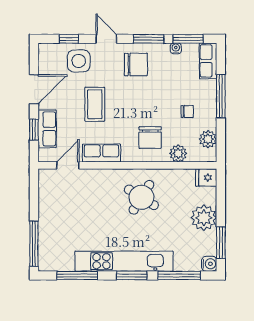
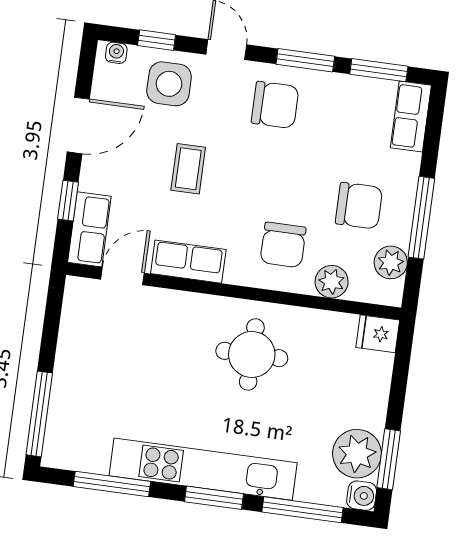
water cooler: (176, 48) -> (116, 53), moved
window: (221, 96) -> (421, 218), moved
coffee table: (95, 104) -> (188, 169), width x0.73, depth x0.77
chair: (187, 112) -> (359, 206), width x1.87, depth x1.87
row of seats: (47, 129) -> (89, 229), moved
round table: (141, 197) -> (252, 354), turned -32
plant: (204, 218) -> (357, 454), moved

